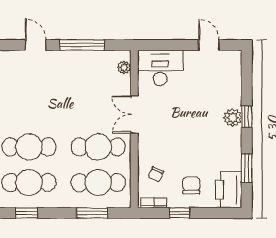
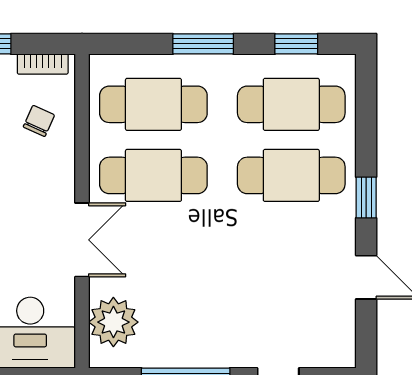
plant: (124, 67) -> (113, 322), width x1.87, depth x1.87
window: (92, 213) -> (203, 44), moved

